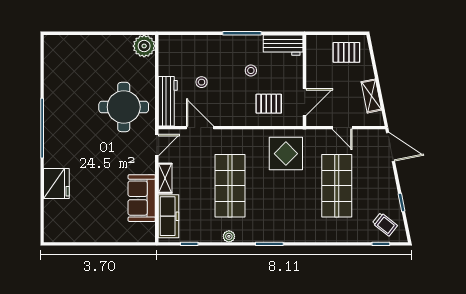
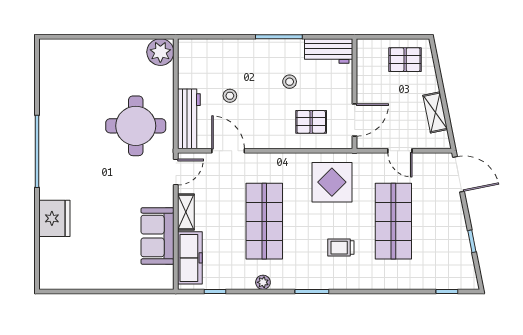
trolley: (385, 224) -> (341, 248), moved, turned 142

